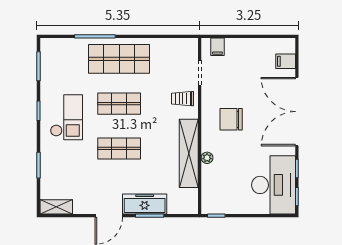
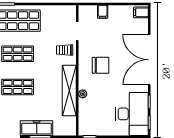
filing cabinet: (217, 47) -> (103, 12), moved
filing cabinet: (286, 61) -> (141, 12), moved
chair: (231, 119) -> (101, 65), turned 180

